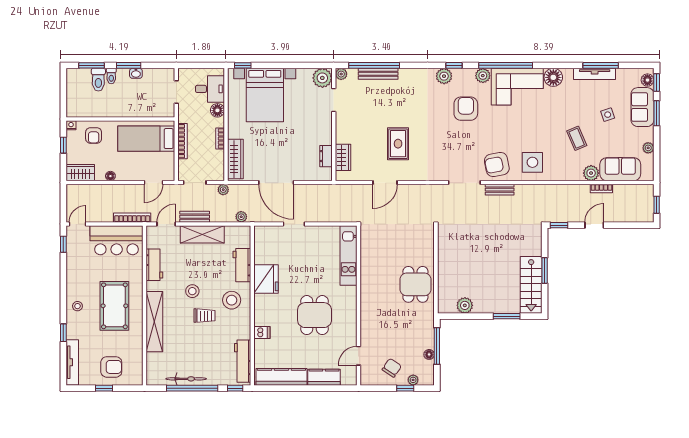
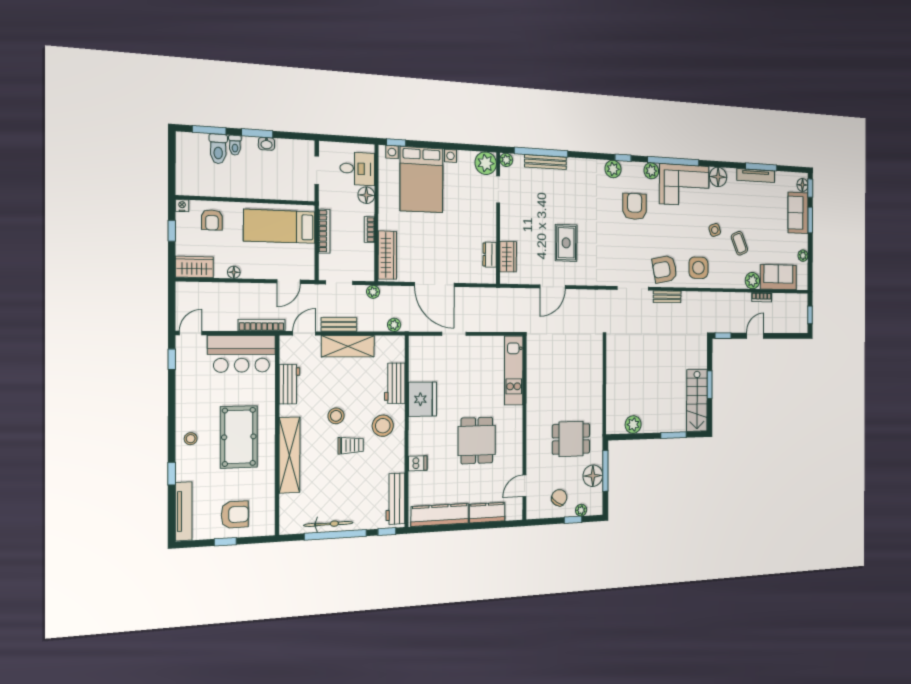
side table: (608, 115) -> (715, 230), moved
dining table: (415, 284) -> (571, 439), moved, turned 90
floor lamp: (429, 354) -> (593, 476), width x1.89, depth x1.89

